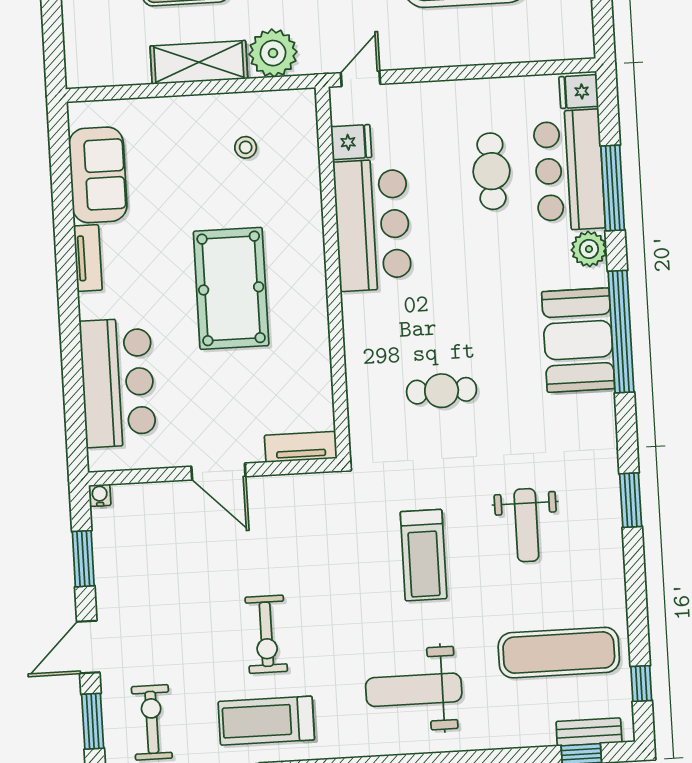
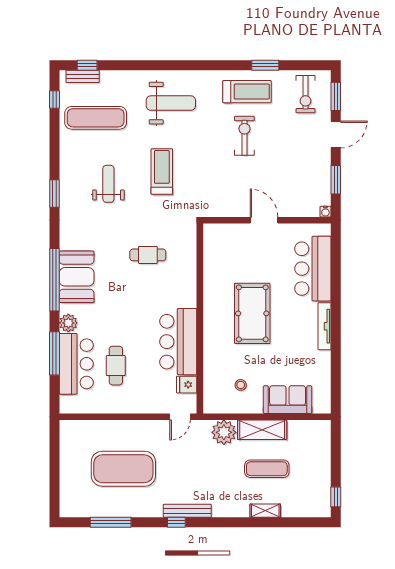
fridge: (579, 92) -> (69, 404), removed
sofa: (98, 175) -> (288, 400), moved, turned 90
tv unit: (88, 258) -> (325, 326), width x1.41
tv unit: (301, 447) -> (221, 230), removed

